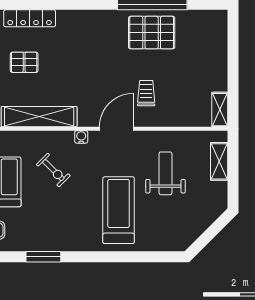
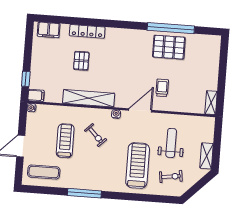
pallet: (24, 62) -> (81, 61), turned 90
shelving: (219, 161) -> (207, 156), moved
exercise bike: (169, 223) -> (171, 176), added
window: (43, 257) -> (84, 193), width x1.44

